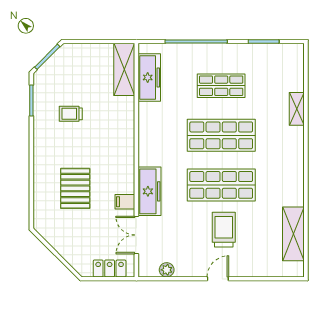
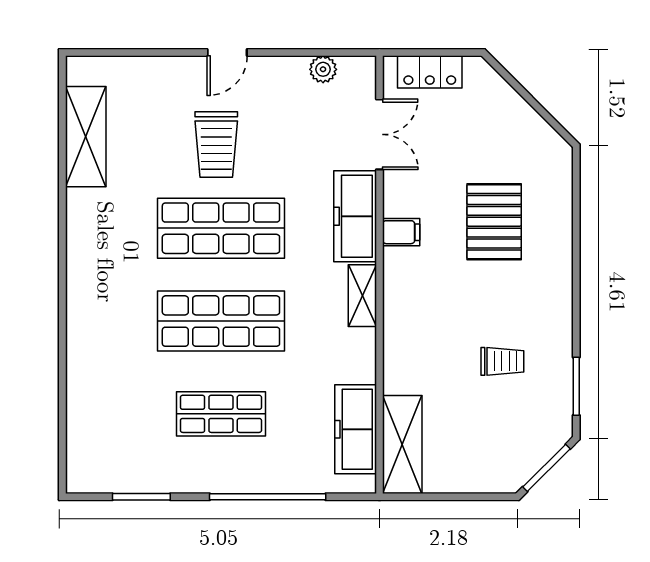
shelving: (297, 109) -> (362, 296), moved
filing cabinet: (125, 202) -> (401, 232), moved

